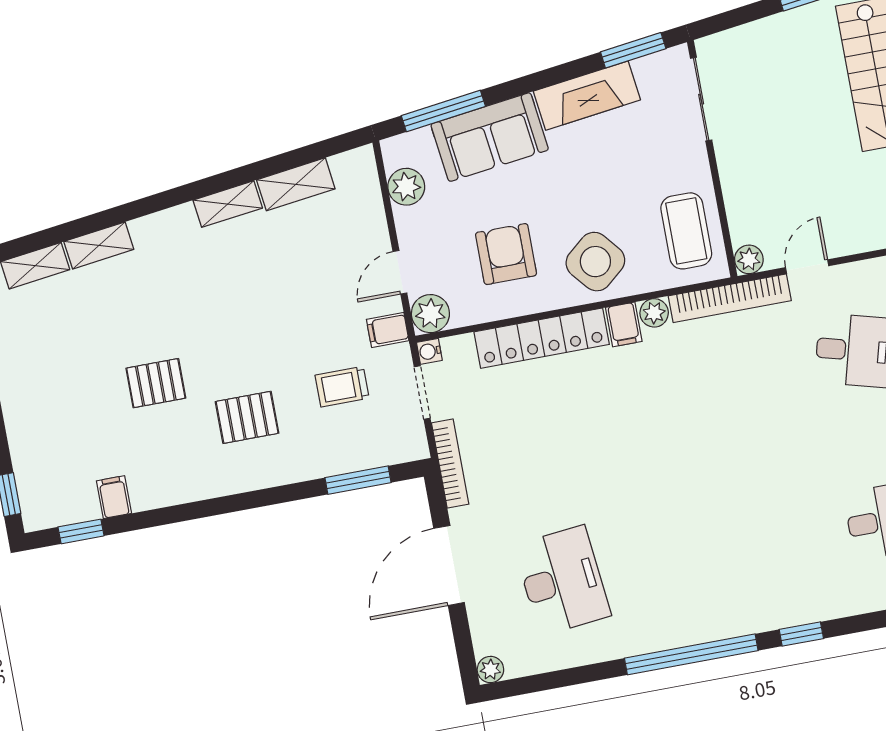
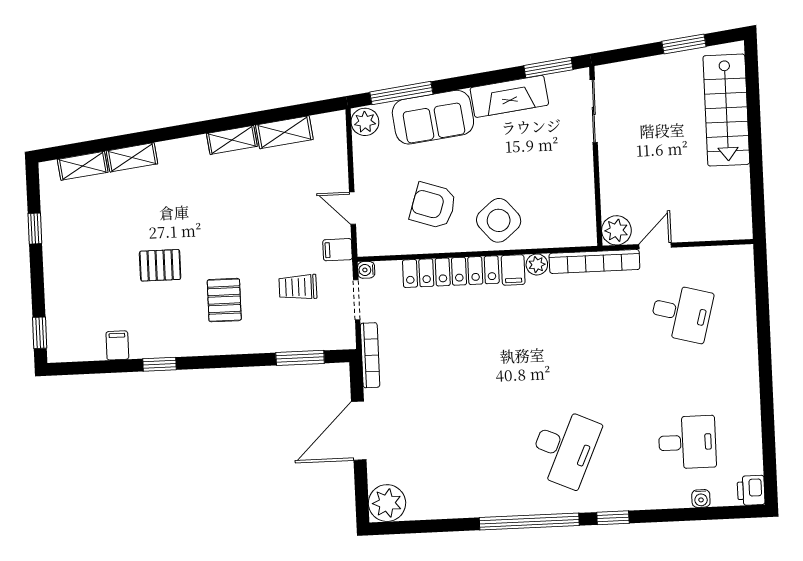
plant: (406, 187) -> (365, 122), moved
coffee table: (686, 231) -> (569, 207), removed
armchair: (506, 254) -> (433, 206), turned -72
plant: (749, 259) -> (616, 230), width x1.38, depth x1.38
door: (400, 272) -> (353, 208), hinge flipped
plant: (430, 314) -> (371, 242), removed
pallet: (247, 417) -> (224, 300), turned 90
window: (81, 531) -> (160, 364), moved
desk: (562, 581) -> (564, 448), moved, turned 30
plant: (490, 670) -> (387, 503), width x1.87, depth x1.87

